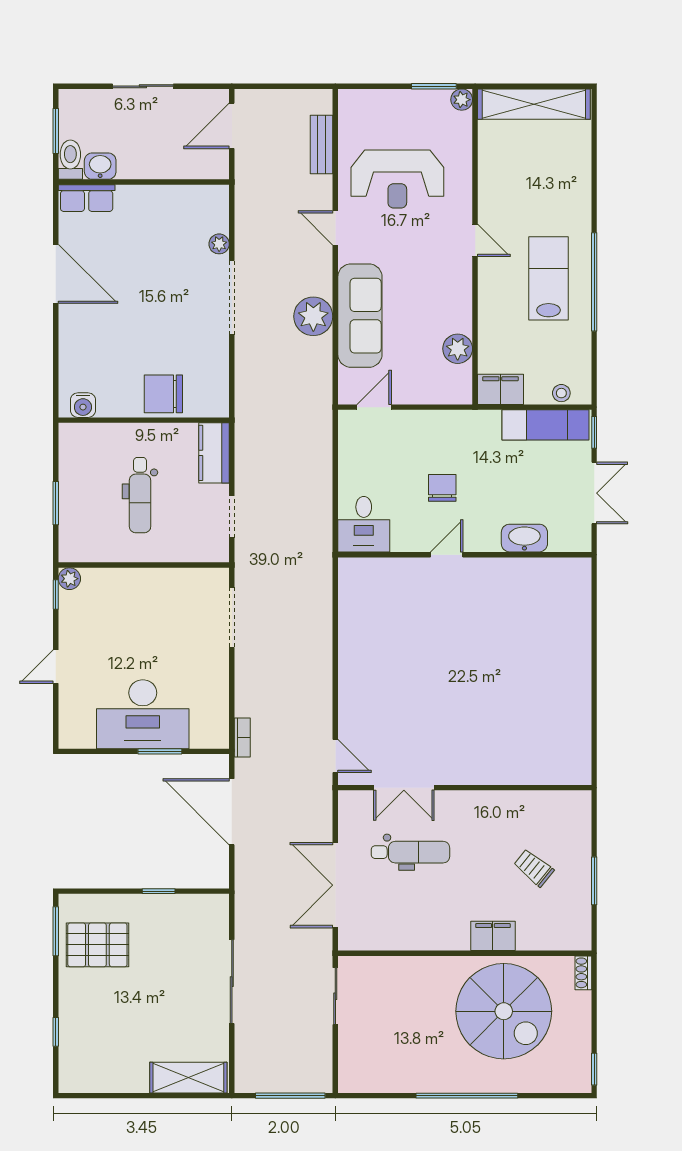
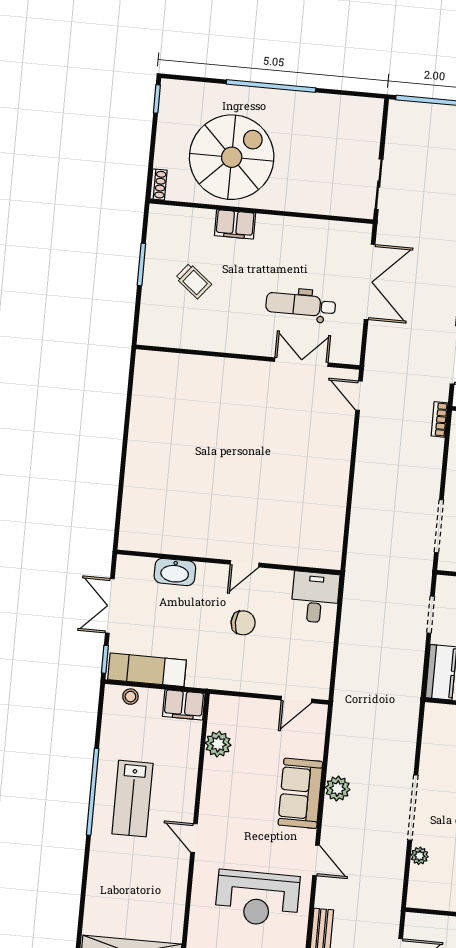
reception desk: (397, 179) -> (257, 898), turned 180
plant: (313, 316) -> (338, 789), width x0.73, depth x0.73
sofa: (360, 316) -> (300, 793), width x0.73
chair: (442, 488) -> (243, 623), turned -88
spiral stairs: (504, 1011) -> (232, 157), turned 90

